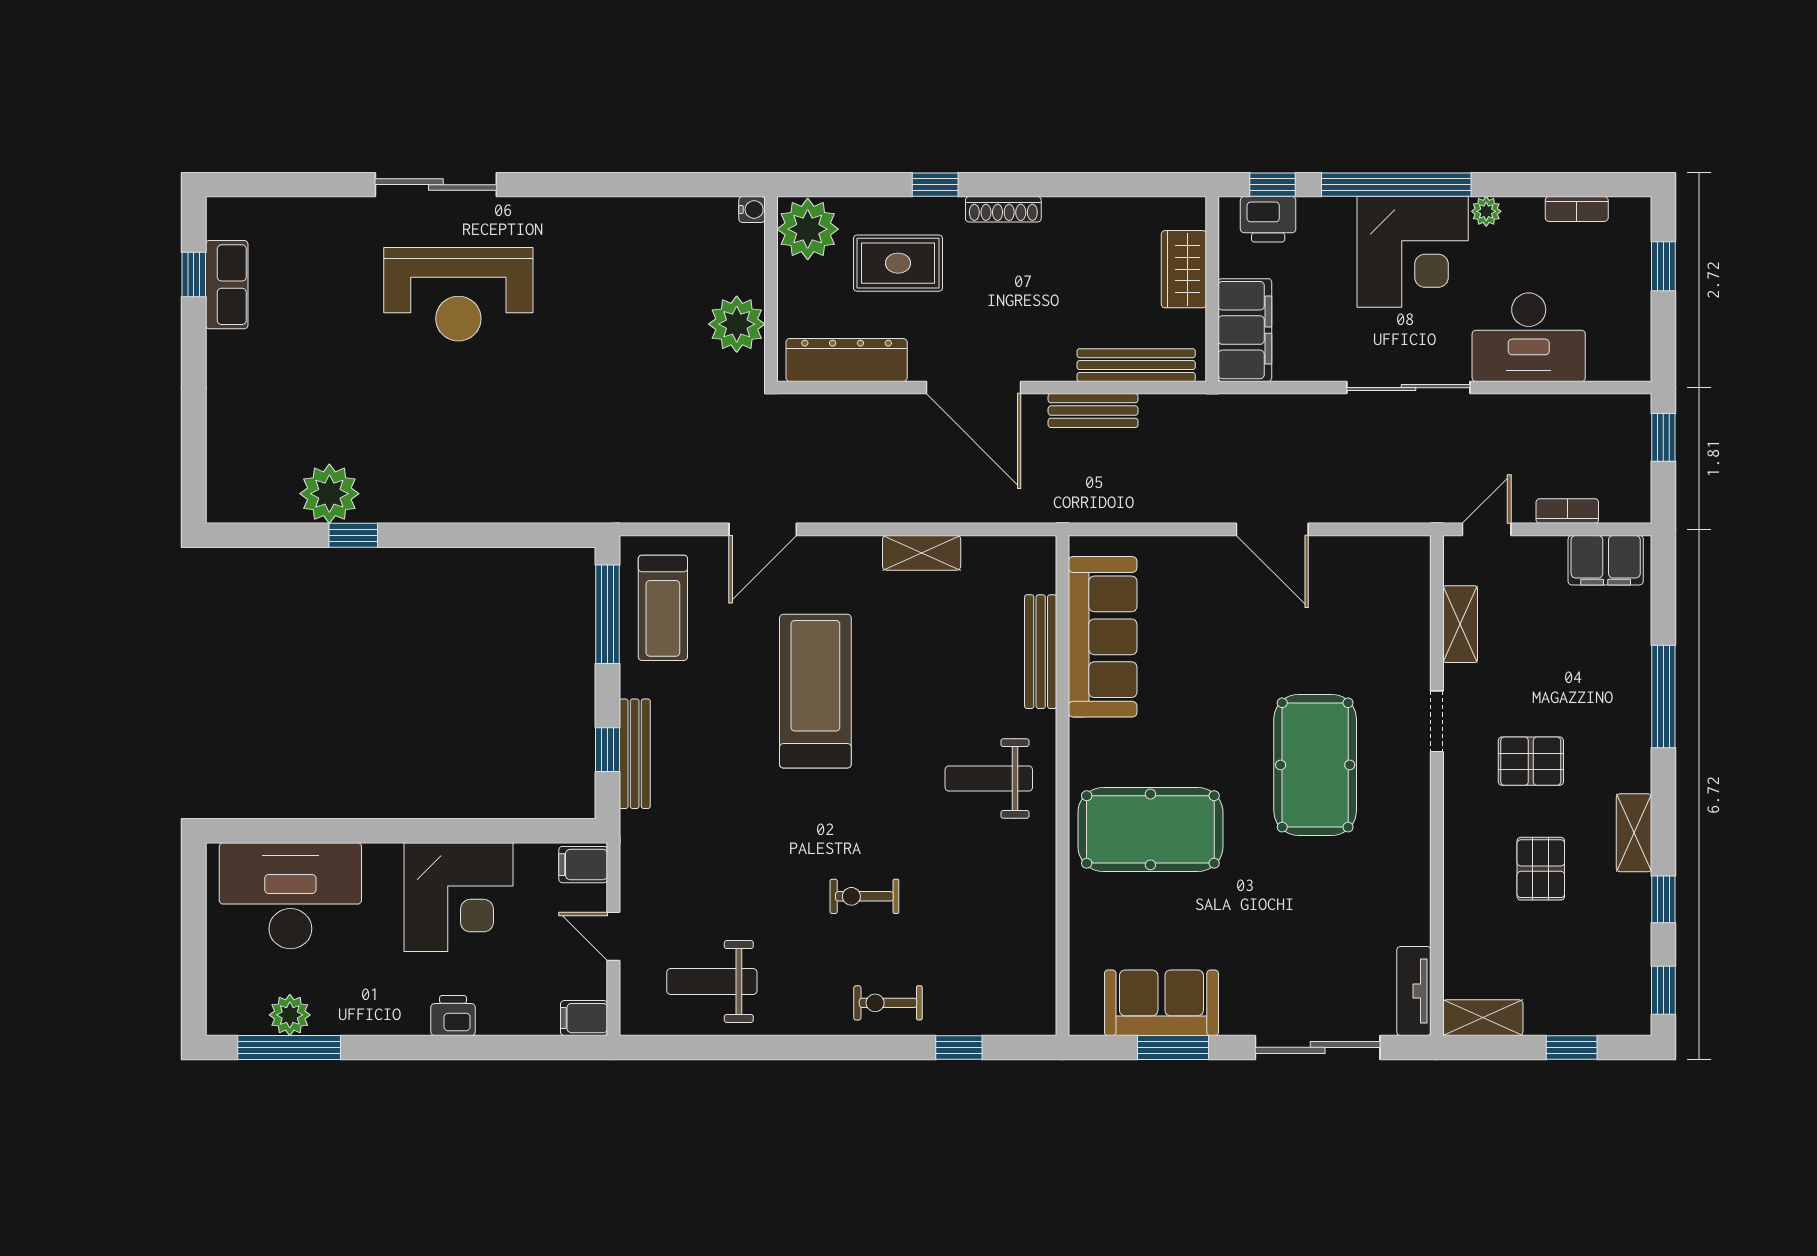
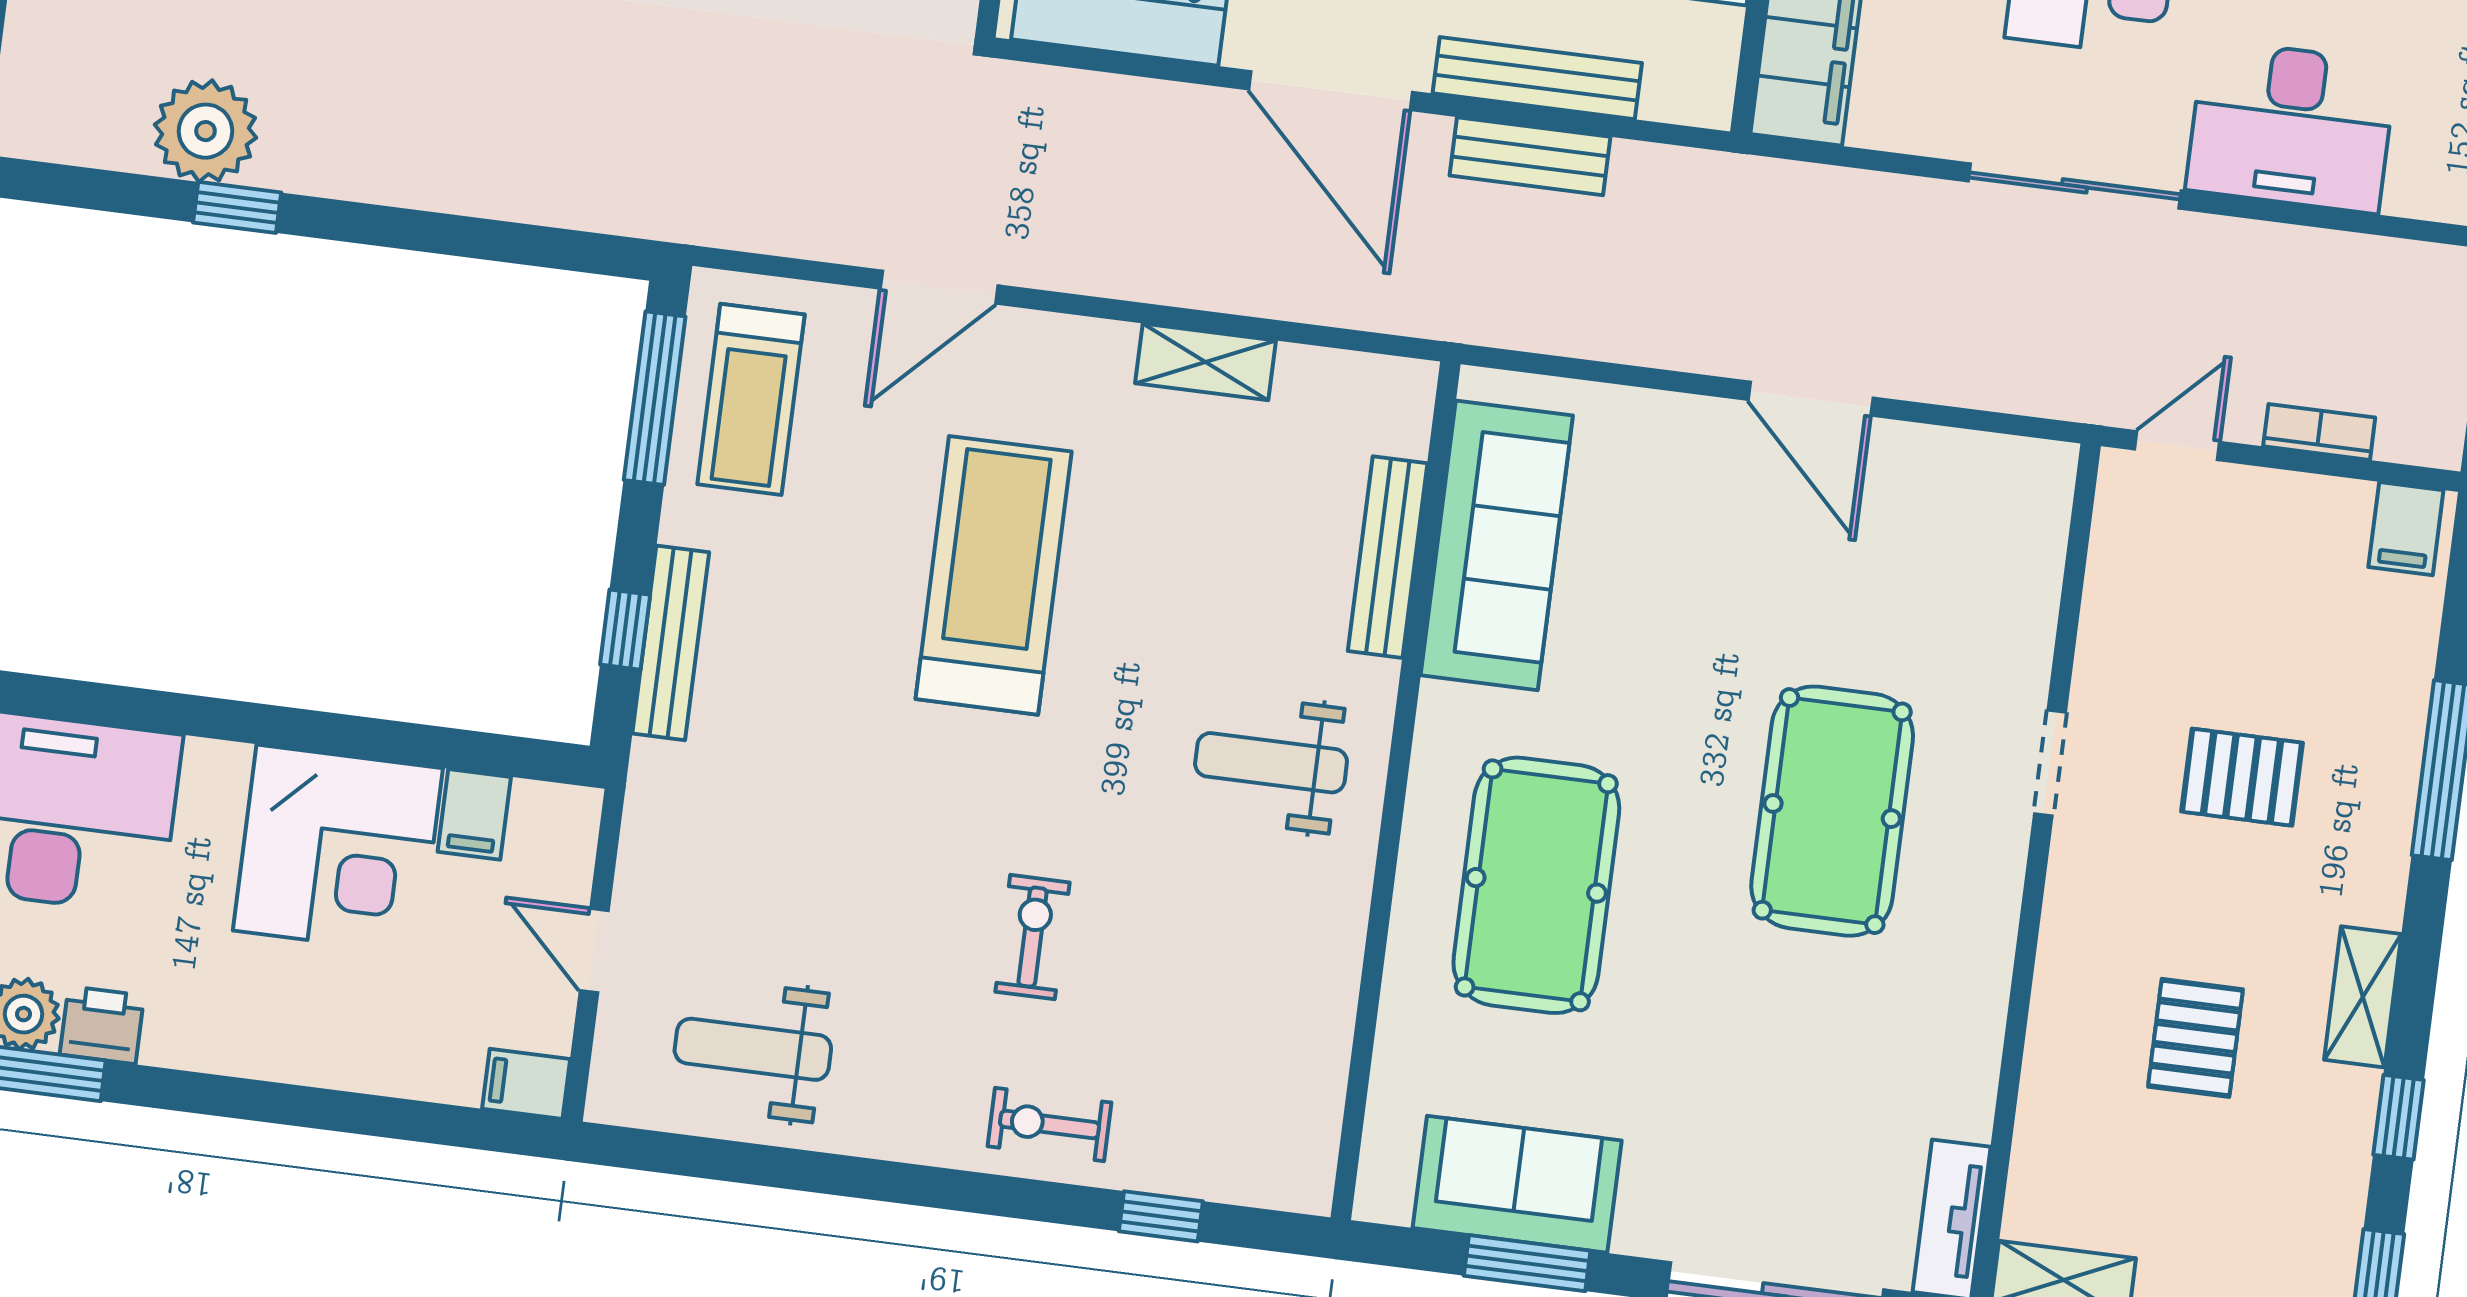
bench: (1136, 365) -> (1537, 78), moved
filing cabinet: (1606, 560) -> (2406, 529), width x0.50
shelving: (1460, 624) -> (2111, 602), removed
pallet: (1531, 761) -> (2242, 777), moved
pool table: (1150, 829) -> (1536, 885), turned 90
filing cabinet: (583, 865) -> (474, 814), moved, turned -90
exercise bike: (864, 896) -> (1032, 937), turned 90
printer: (453, 1016) -> (102, 1025), moved

